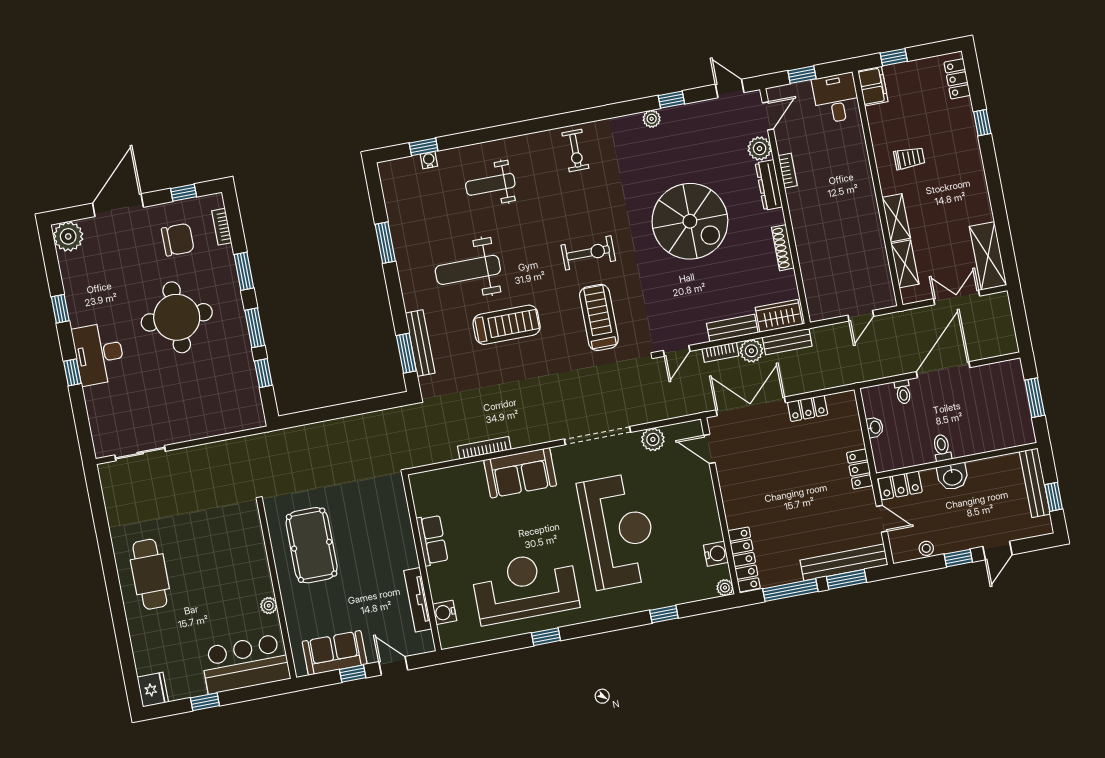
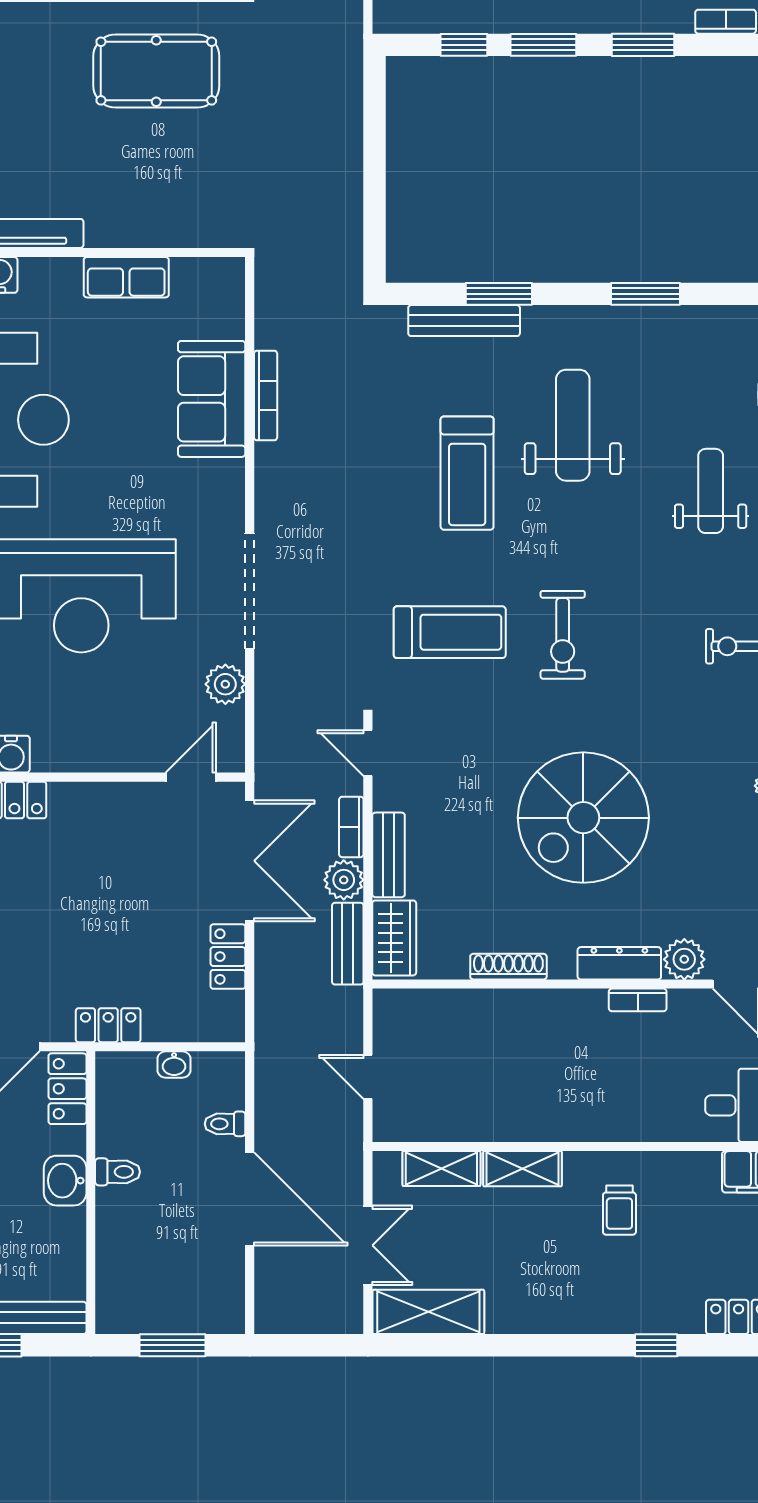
window: (406, 353) -> (499, 294), moved
sofa: (520, 473) -> (212, 399), moved

